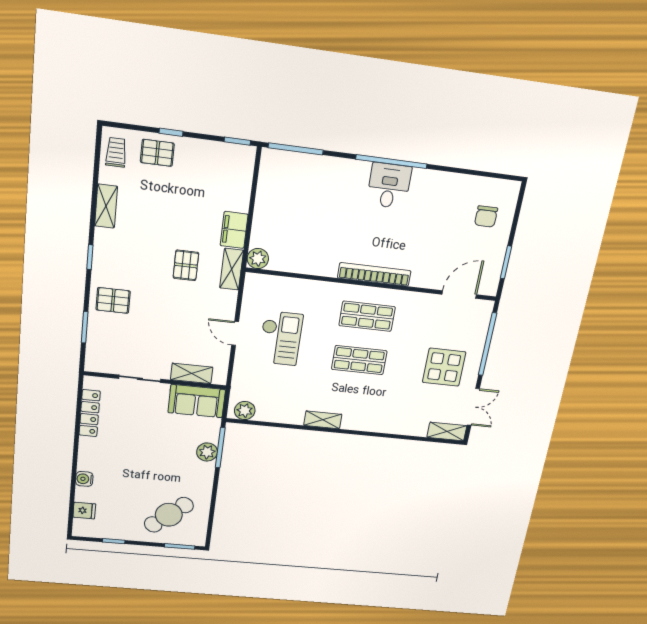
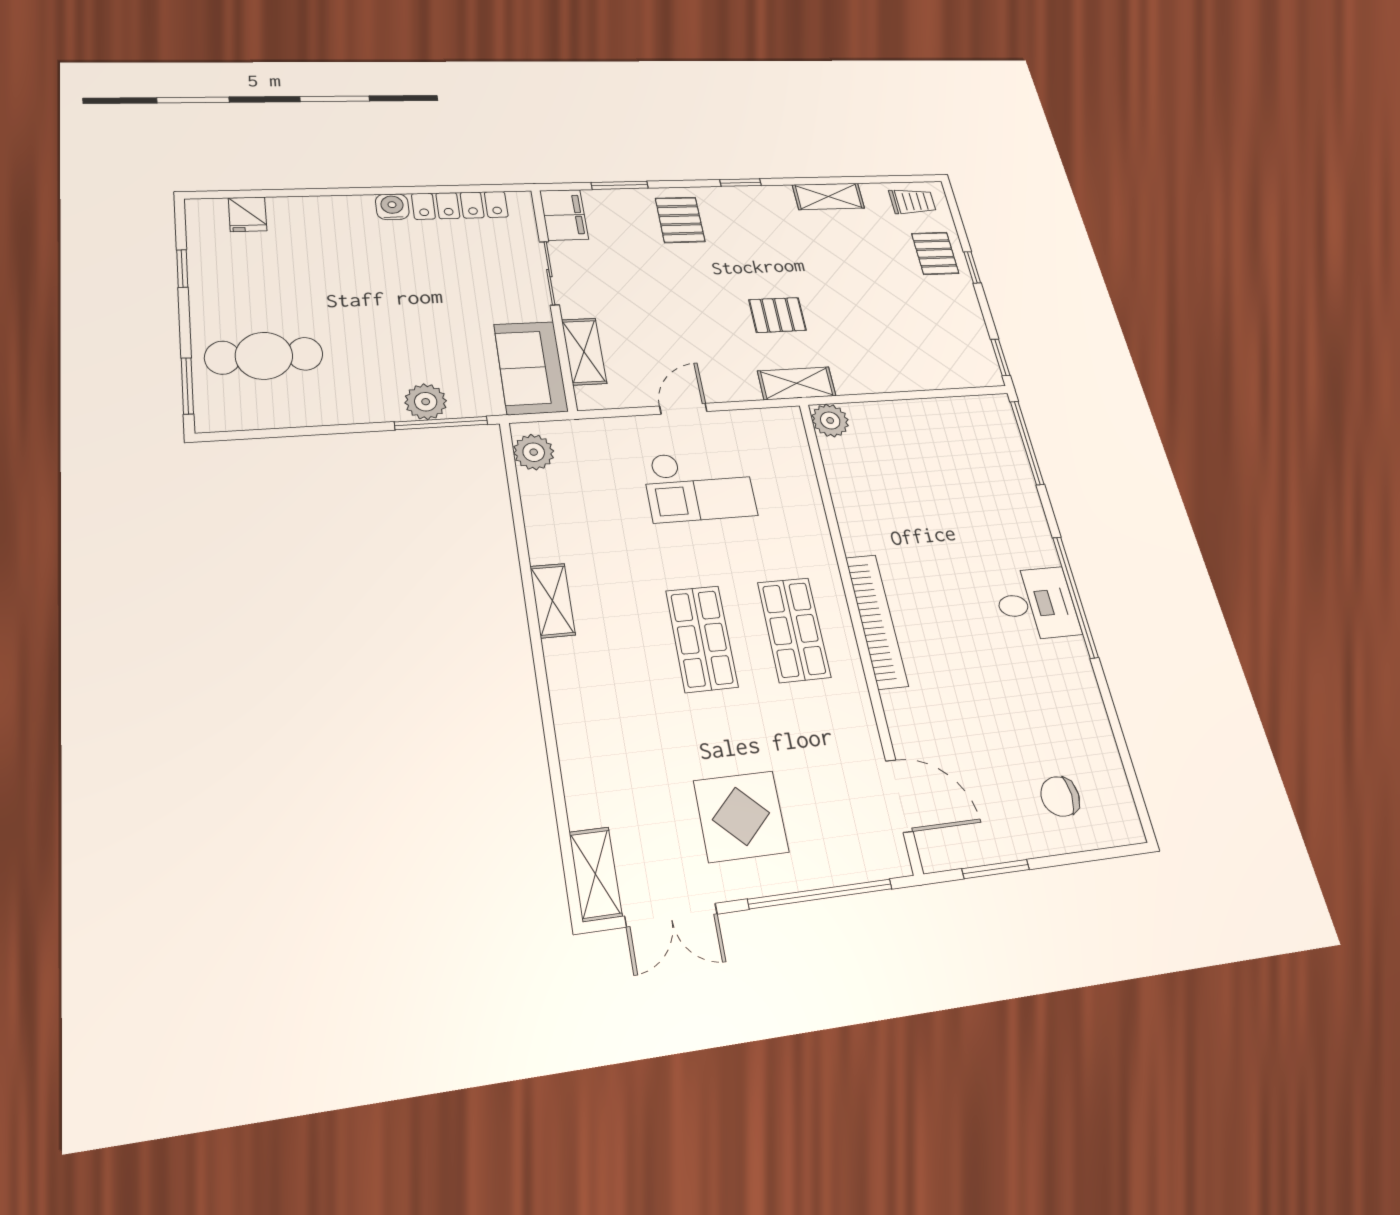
filing cabinet: (234, 230) -> (564, 215), moved, turned 90
water cooler: (84, 479) -> (392, 207), moved
cafe table: (169, 515) -> (264, 356), turned -49

